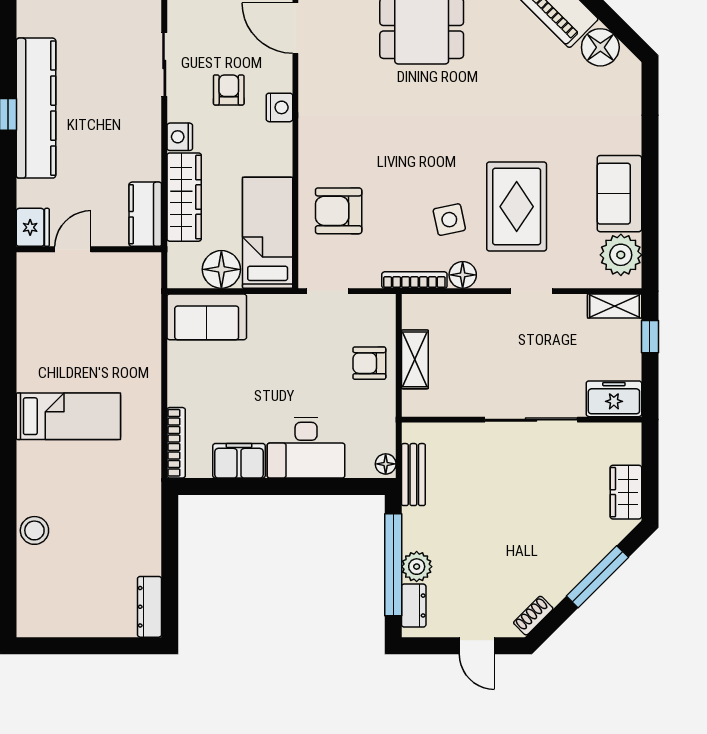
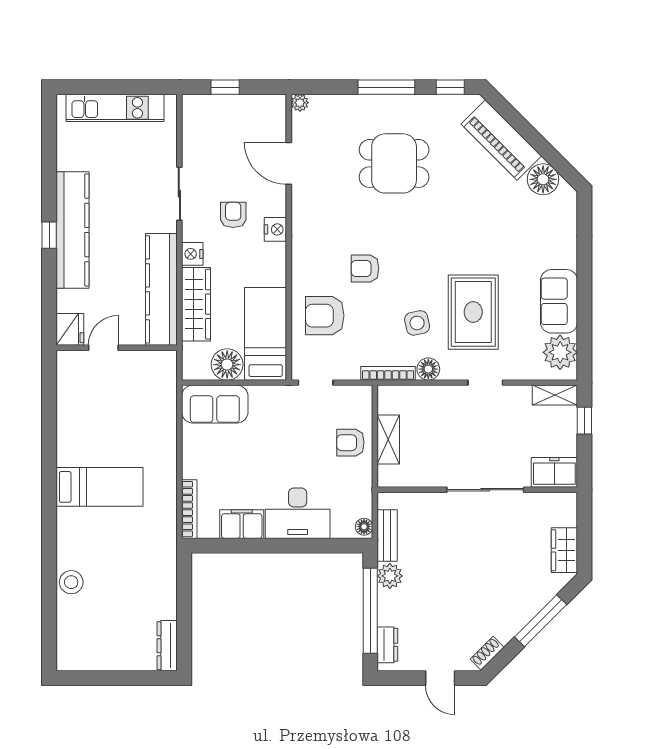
armchair: (387, 154) -> (365, 269), added
kitchen counter: (145, 214) -> (161, 289), width x2.08, depth x1.17
plant: (417, 567) -> (390, 576), moved

